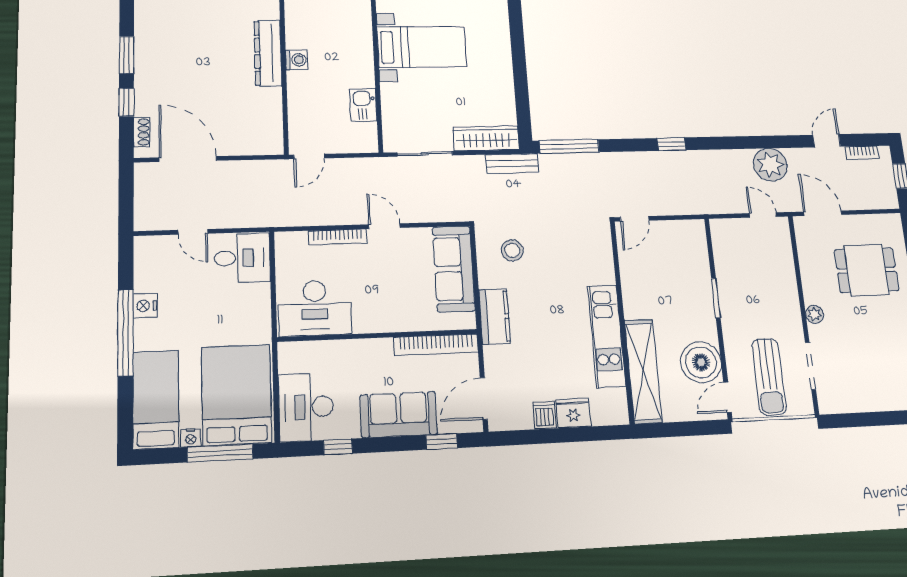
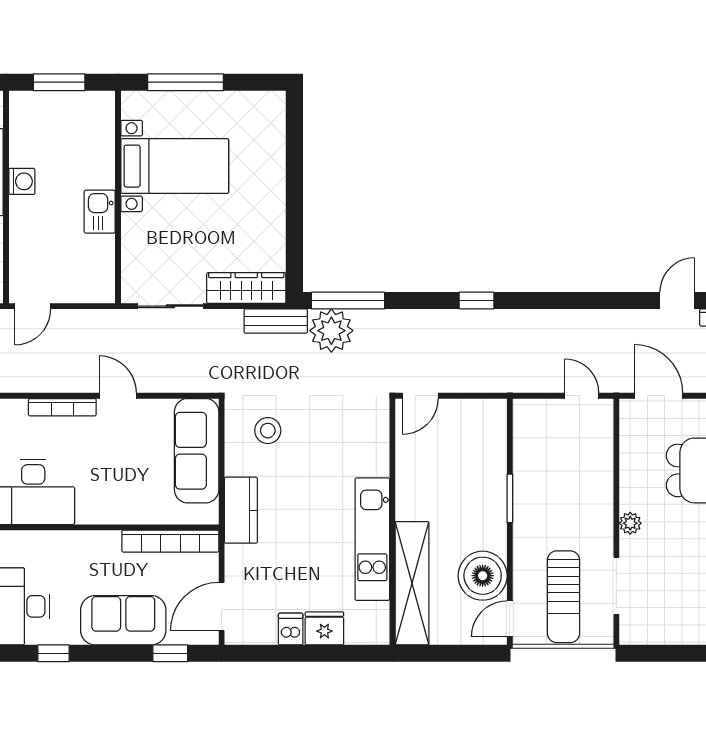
kitchen sink: (363, 105) -> (100, 212), moved
plant: (770, 165) -> (331, 331), moved

